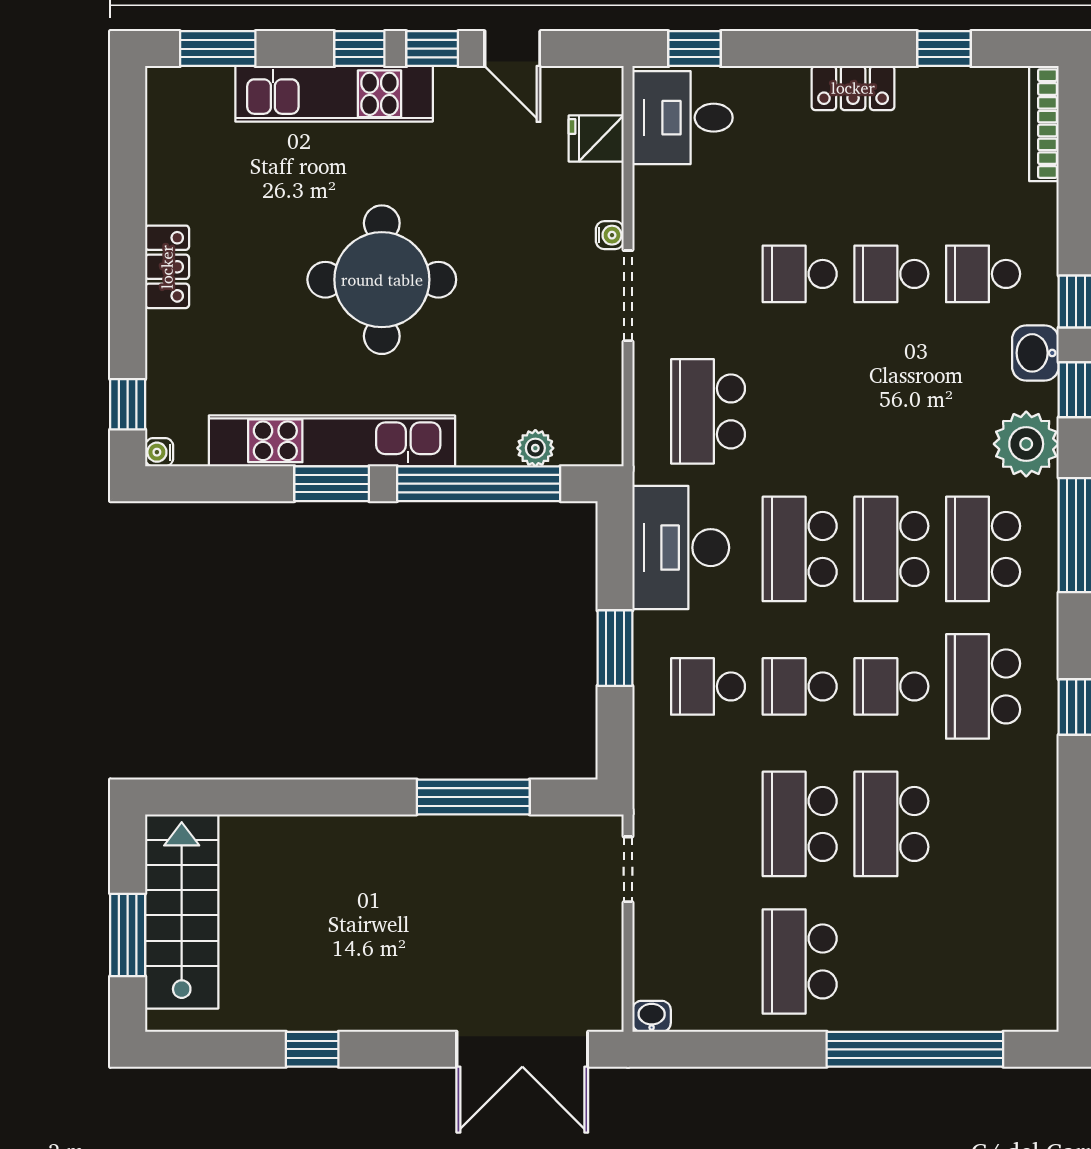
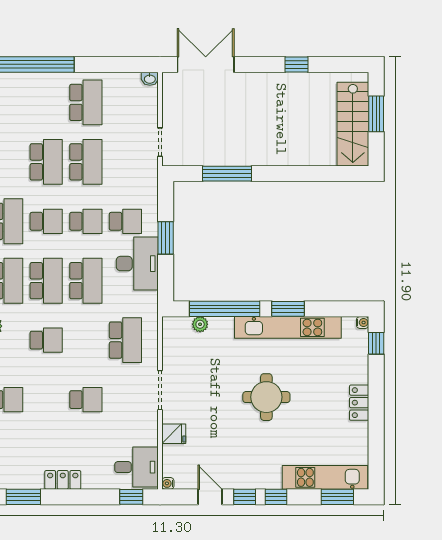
window: (944, 49) -> (23, 497), width x1.50
kitchen unit: (334, 94) -> (325, 477), moved
fridge: (596, 138) -> (174, 434), moved
water cooler: (610, 235) -> (168, 483), moved
school desk: (891, 274) -> (46, 340), moved
round table: (382, 280) -> (266, 397), width x0.73, depth x0.73
desk: (681, 548) -> (137, 264), moved

